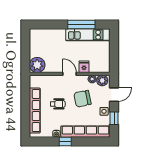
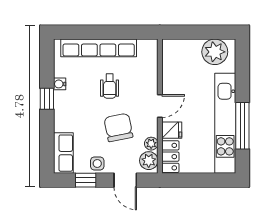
kitchen unit: (88, 35) -> (225, 123), width x1.36
plant: (37, 65) -> (215, 52), moved
locker: (100, 68) -> (170, 157), added
row of seats: (85, 132) -> (63, 153), width x0.50

